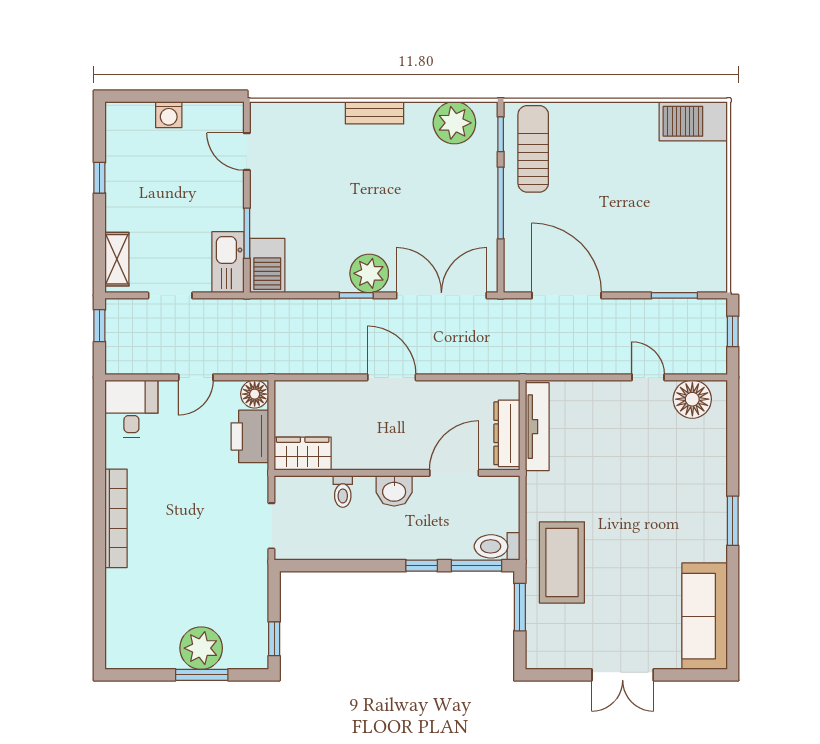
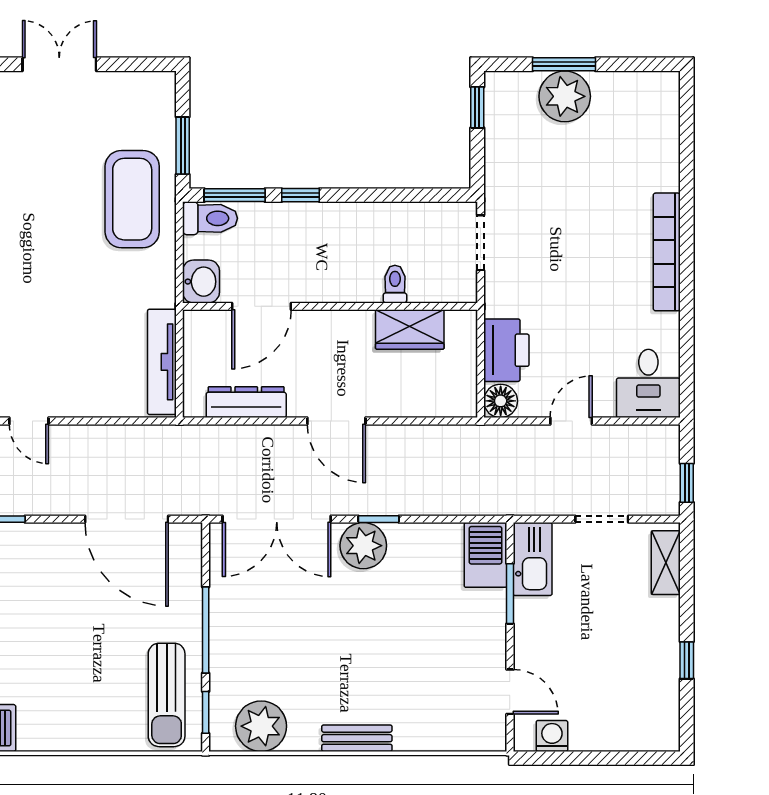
washing machine: (169, 115) -> (552, 736), moved
dresser: (507, 433) -> (246, 402), moved, turned -90
wardrobe: (303, 454) -> (410, 330), moved
washbasin: (394, 491) -> (201, 282), moved, turned 90

